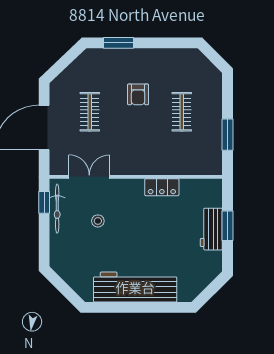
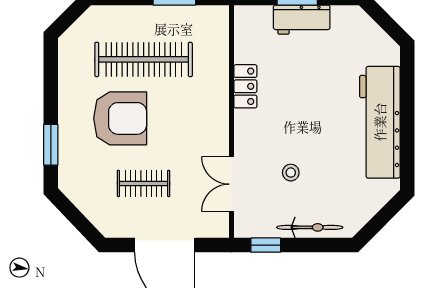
armchair: (138, 94) -> (120, 118), width x1.88, depth x1.88
clothes rail: (182, 112) -> (144, 59), width x1.86, depth x1.31
bicycle: (57, 209) -> (310, 227), moved

